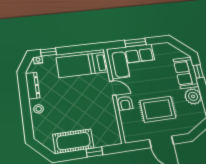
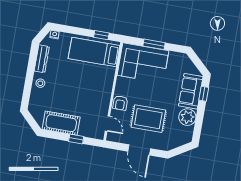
window: (48, 52) -> (101, 35), moved
door: (113, 88) -> (107, 124), moved

